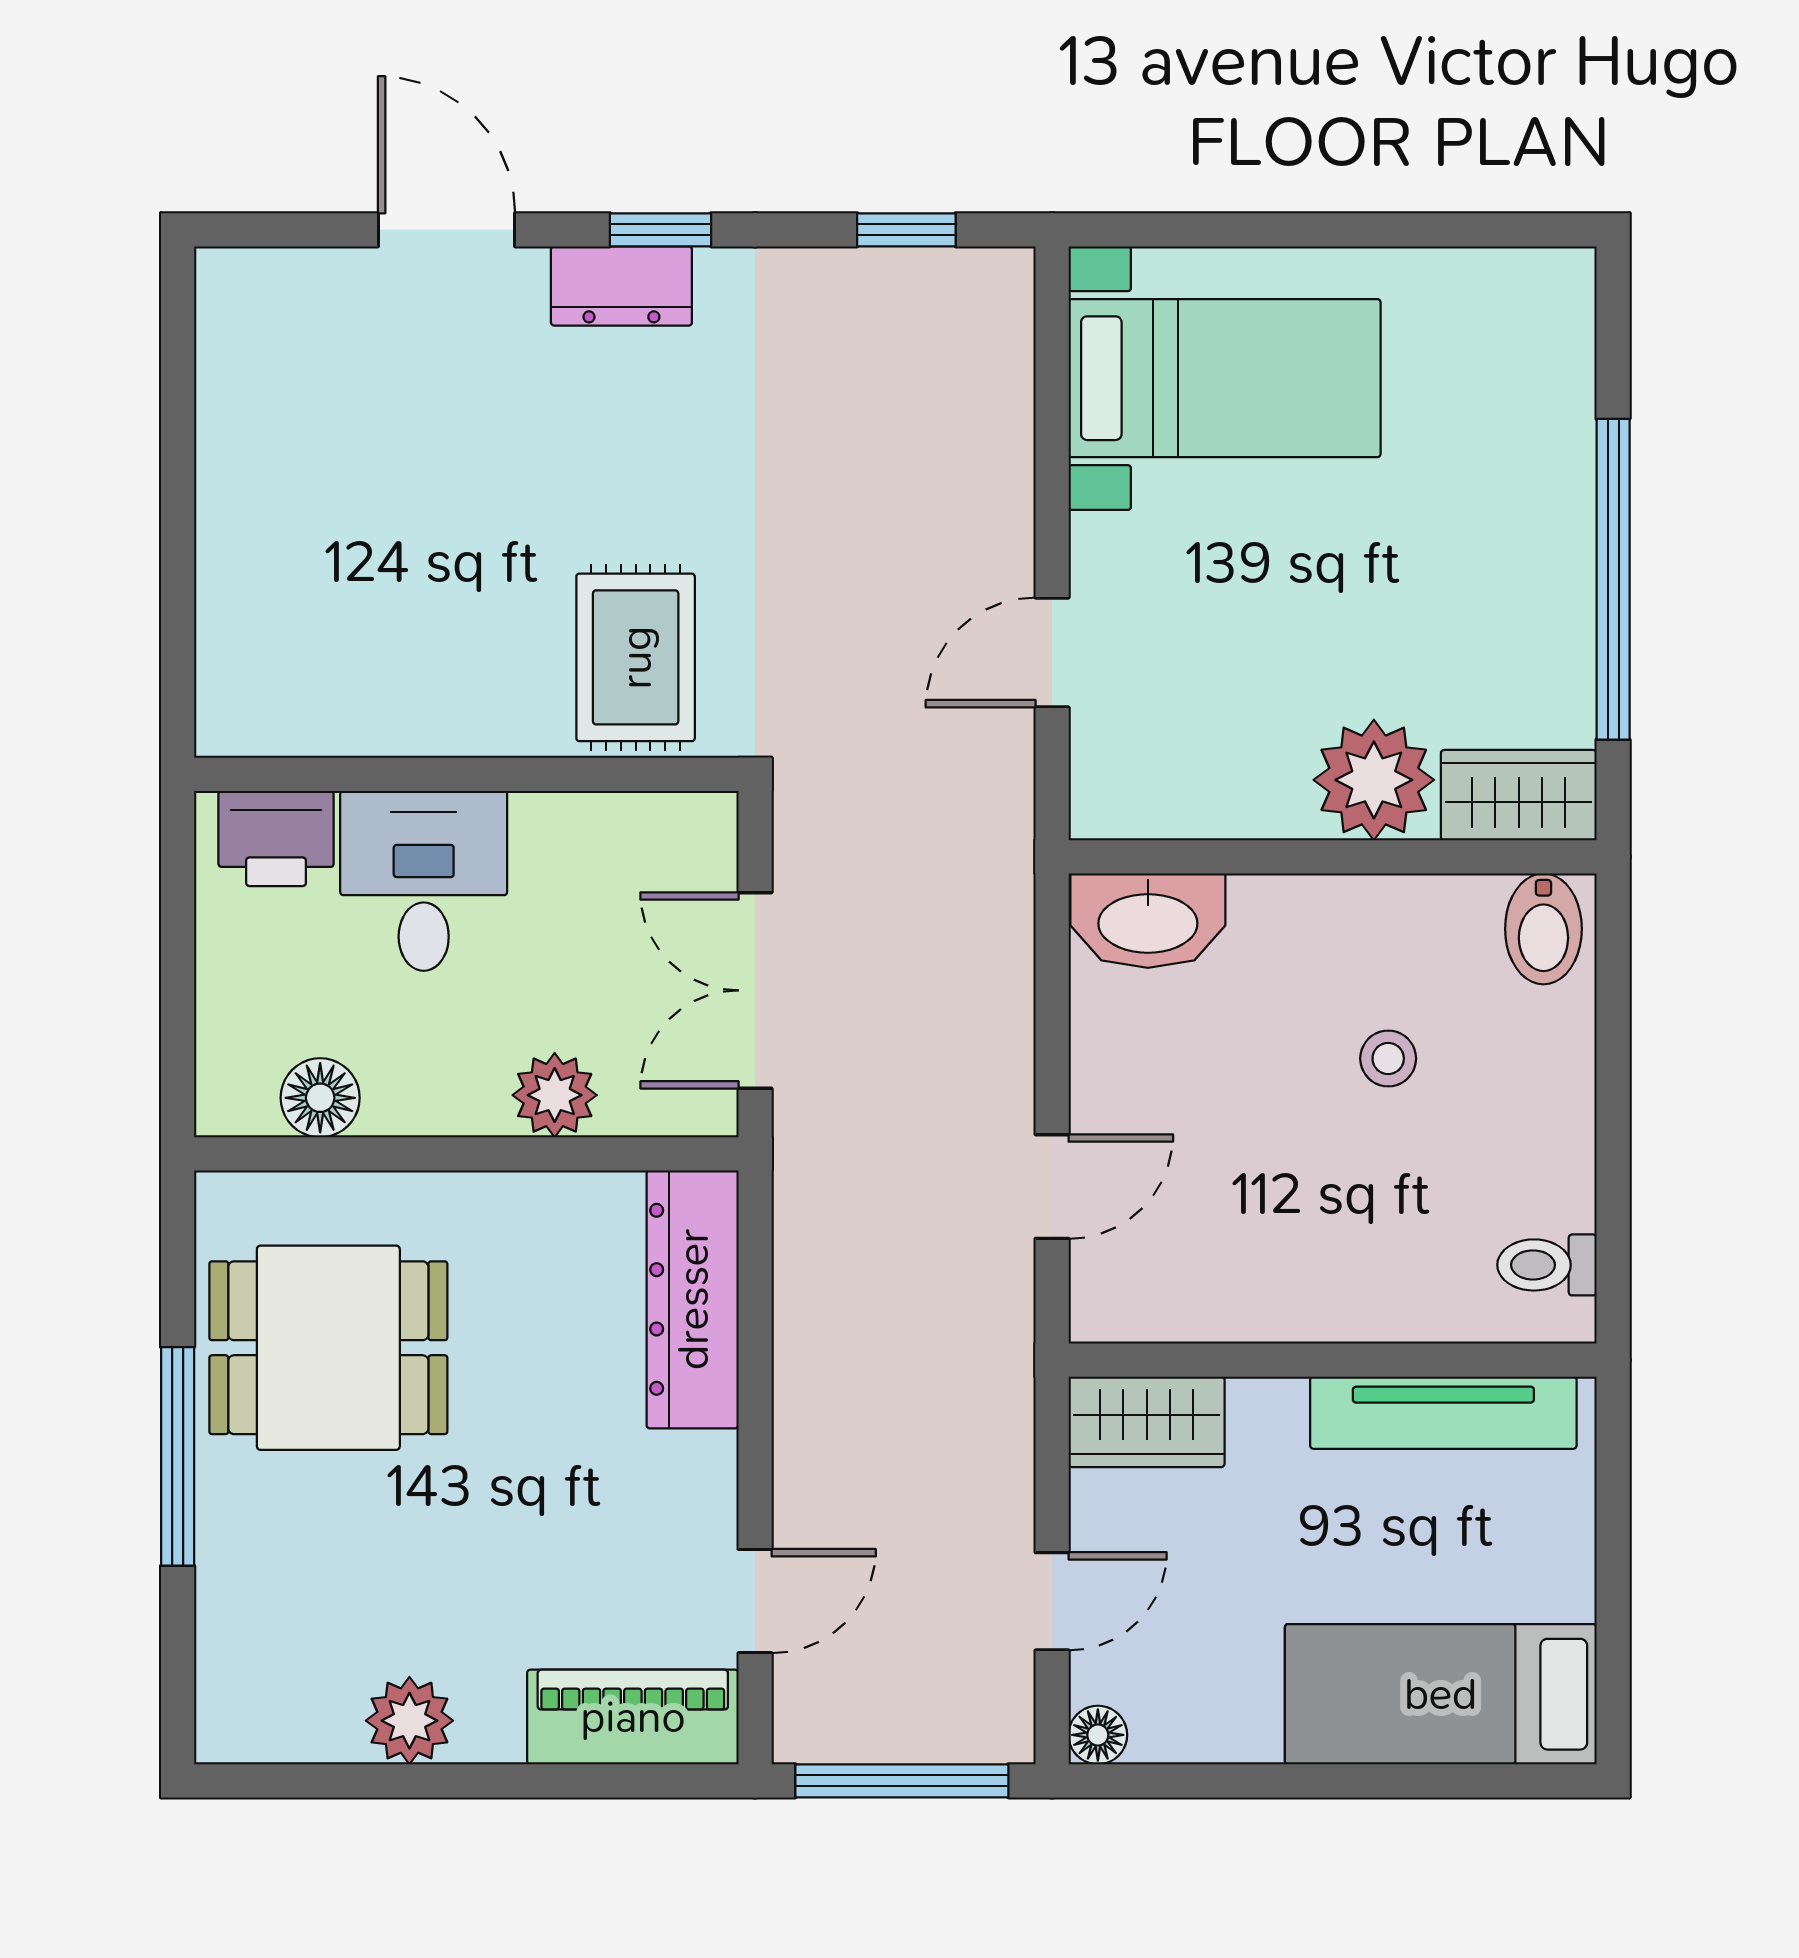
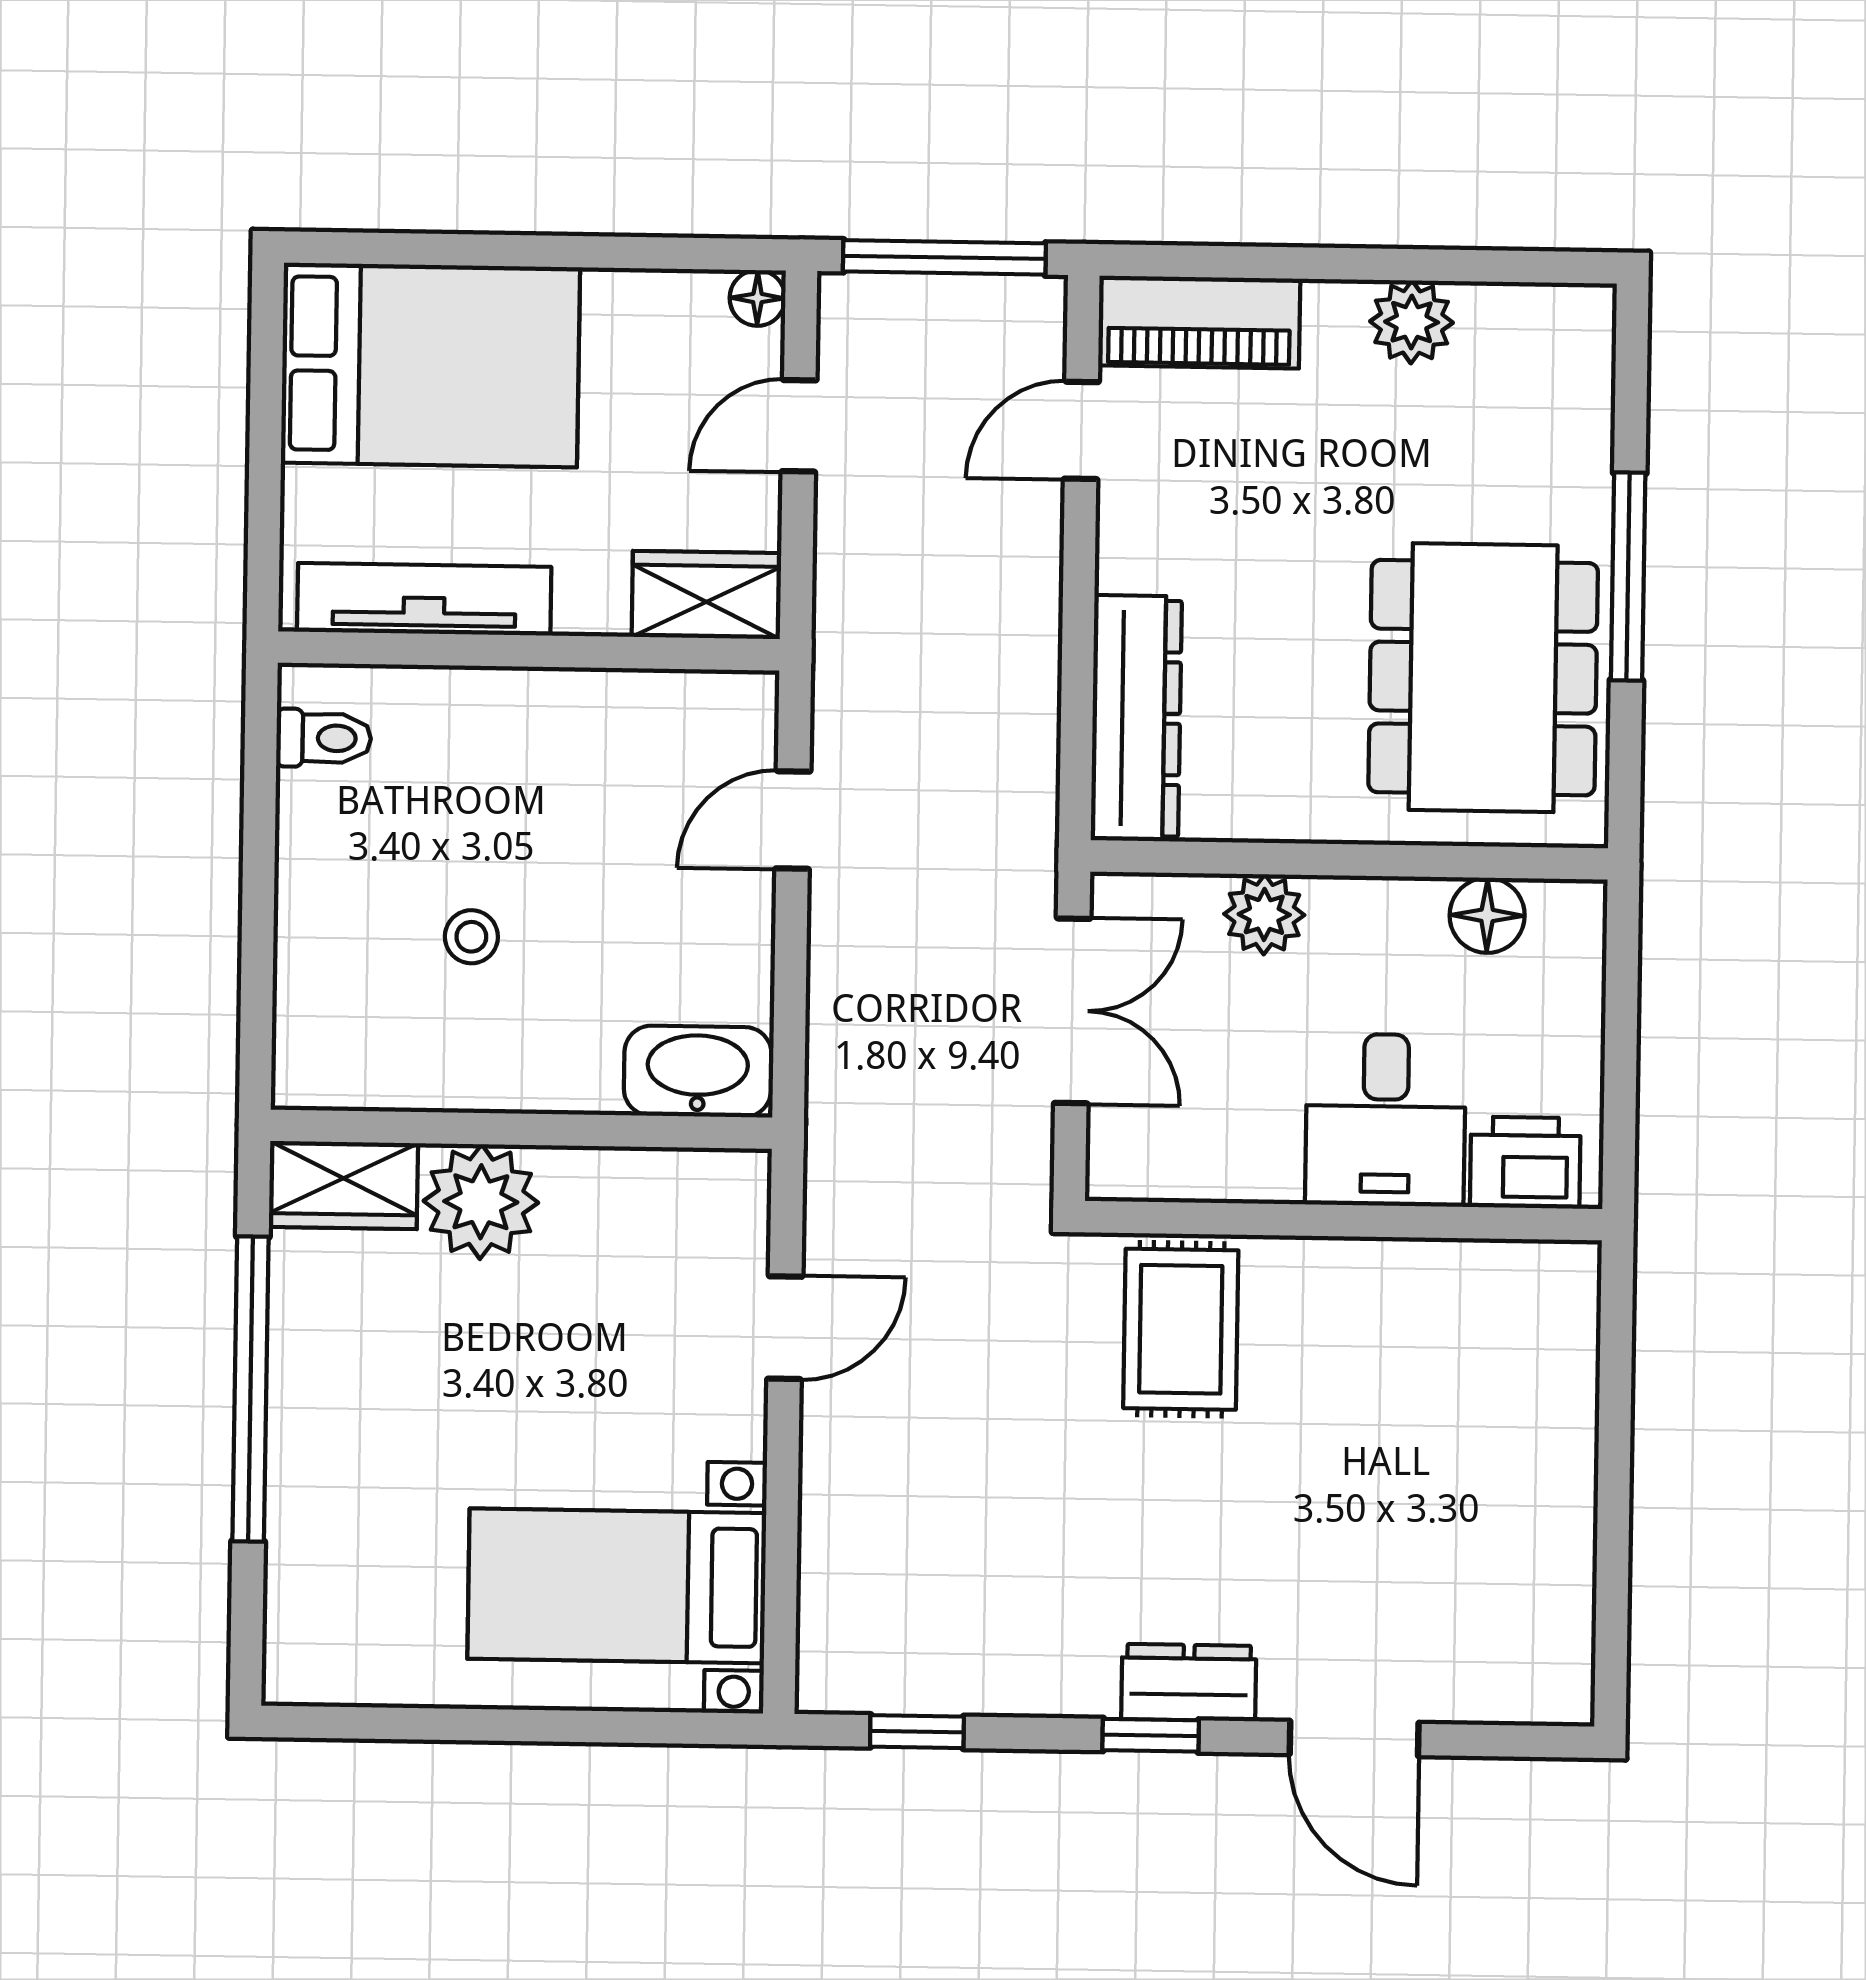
bidet: (1543, 929) -> (322, 1058), removed
dining table: (328, 1348) -> (1483, 678), width x1.38
bed: (1441, 1694) -> (430, 365), width x1.50

